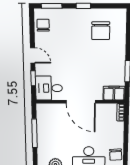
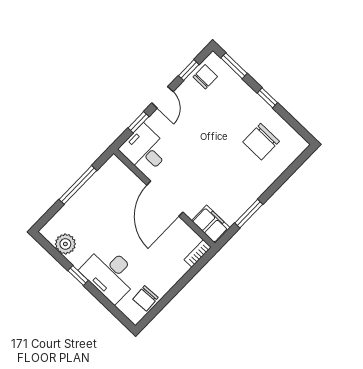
window: (32, 30) -> (189, 70), added

